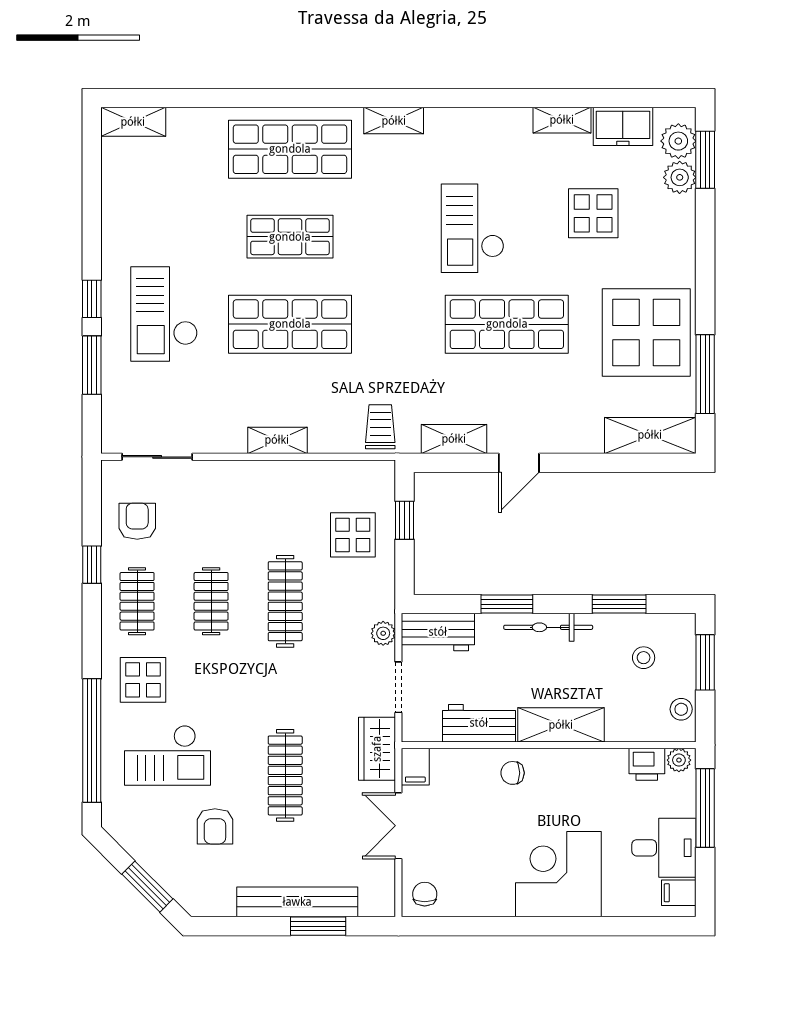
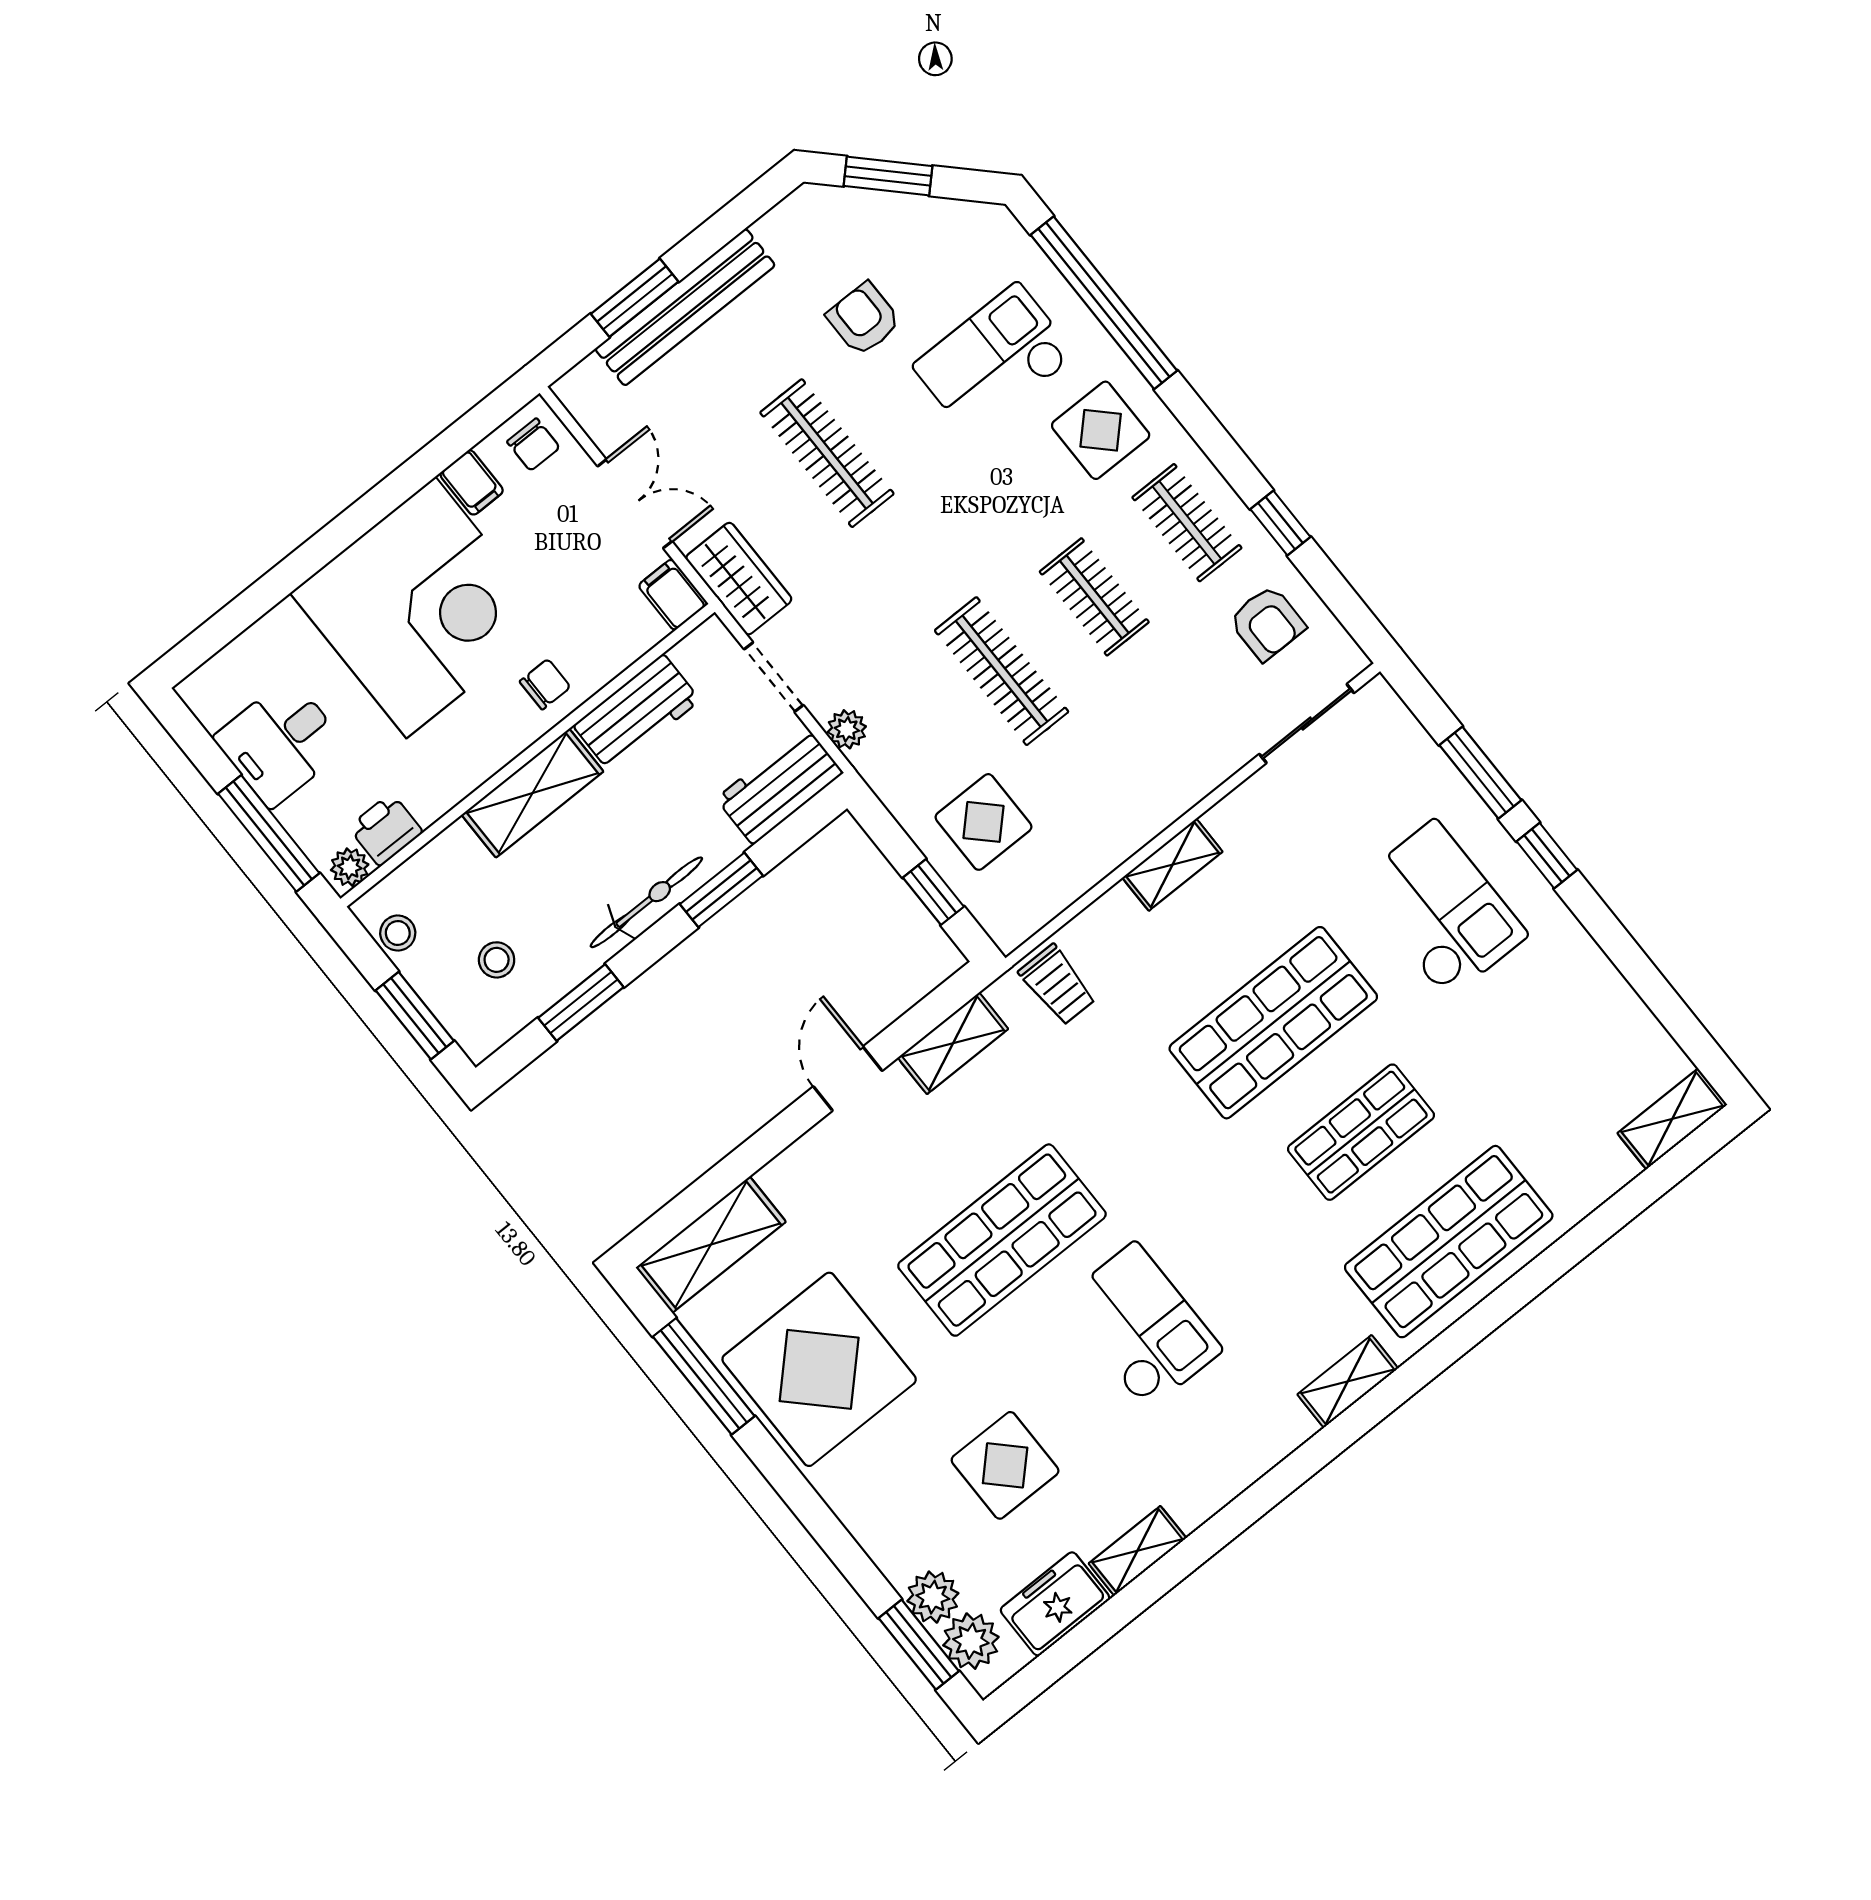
corner desk: (558, 874) -> (421, 608), width x1.36, depth x1.36
filing cabinet: (679, 893) -> (472, 482), moved, turned 90

